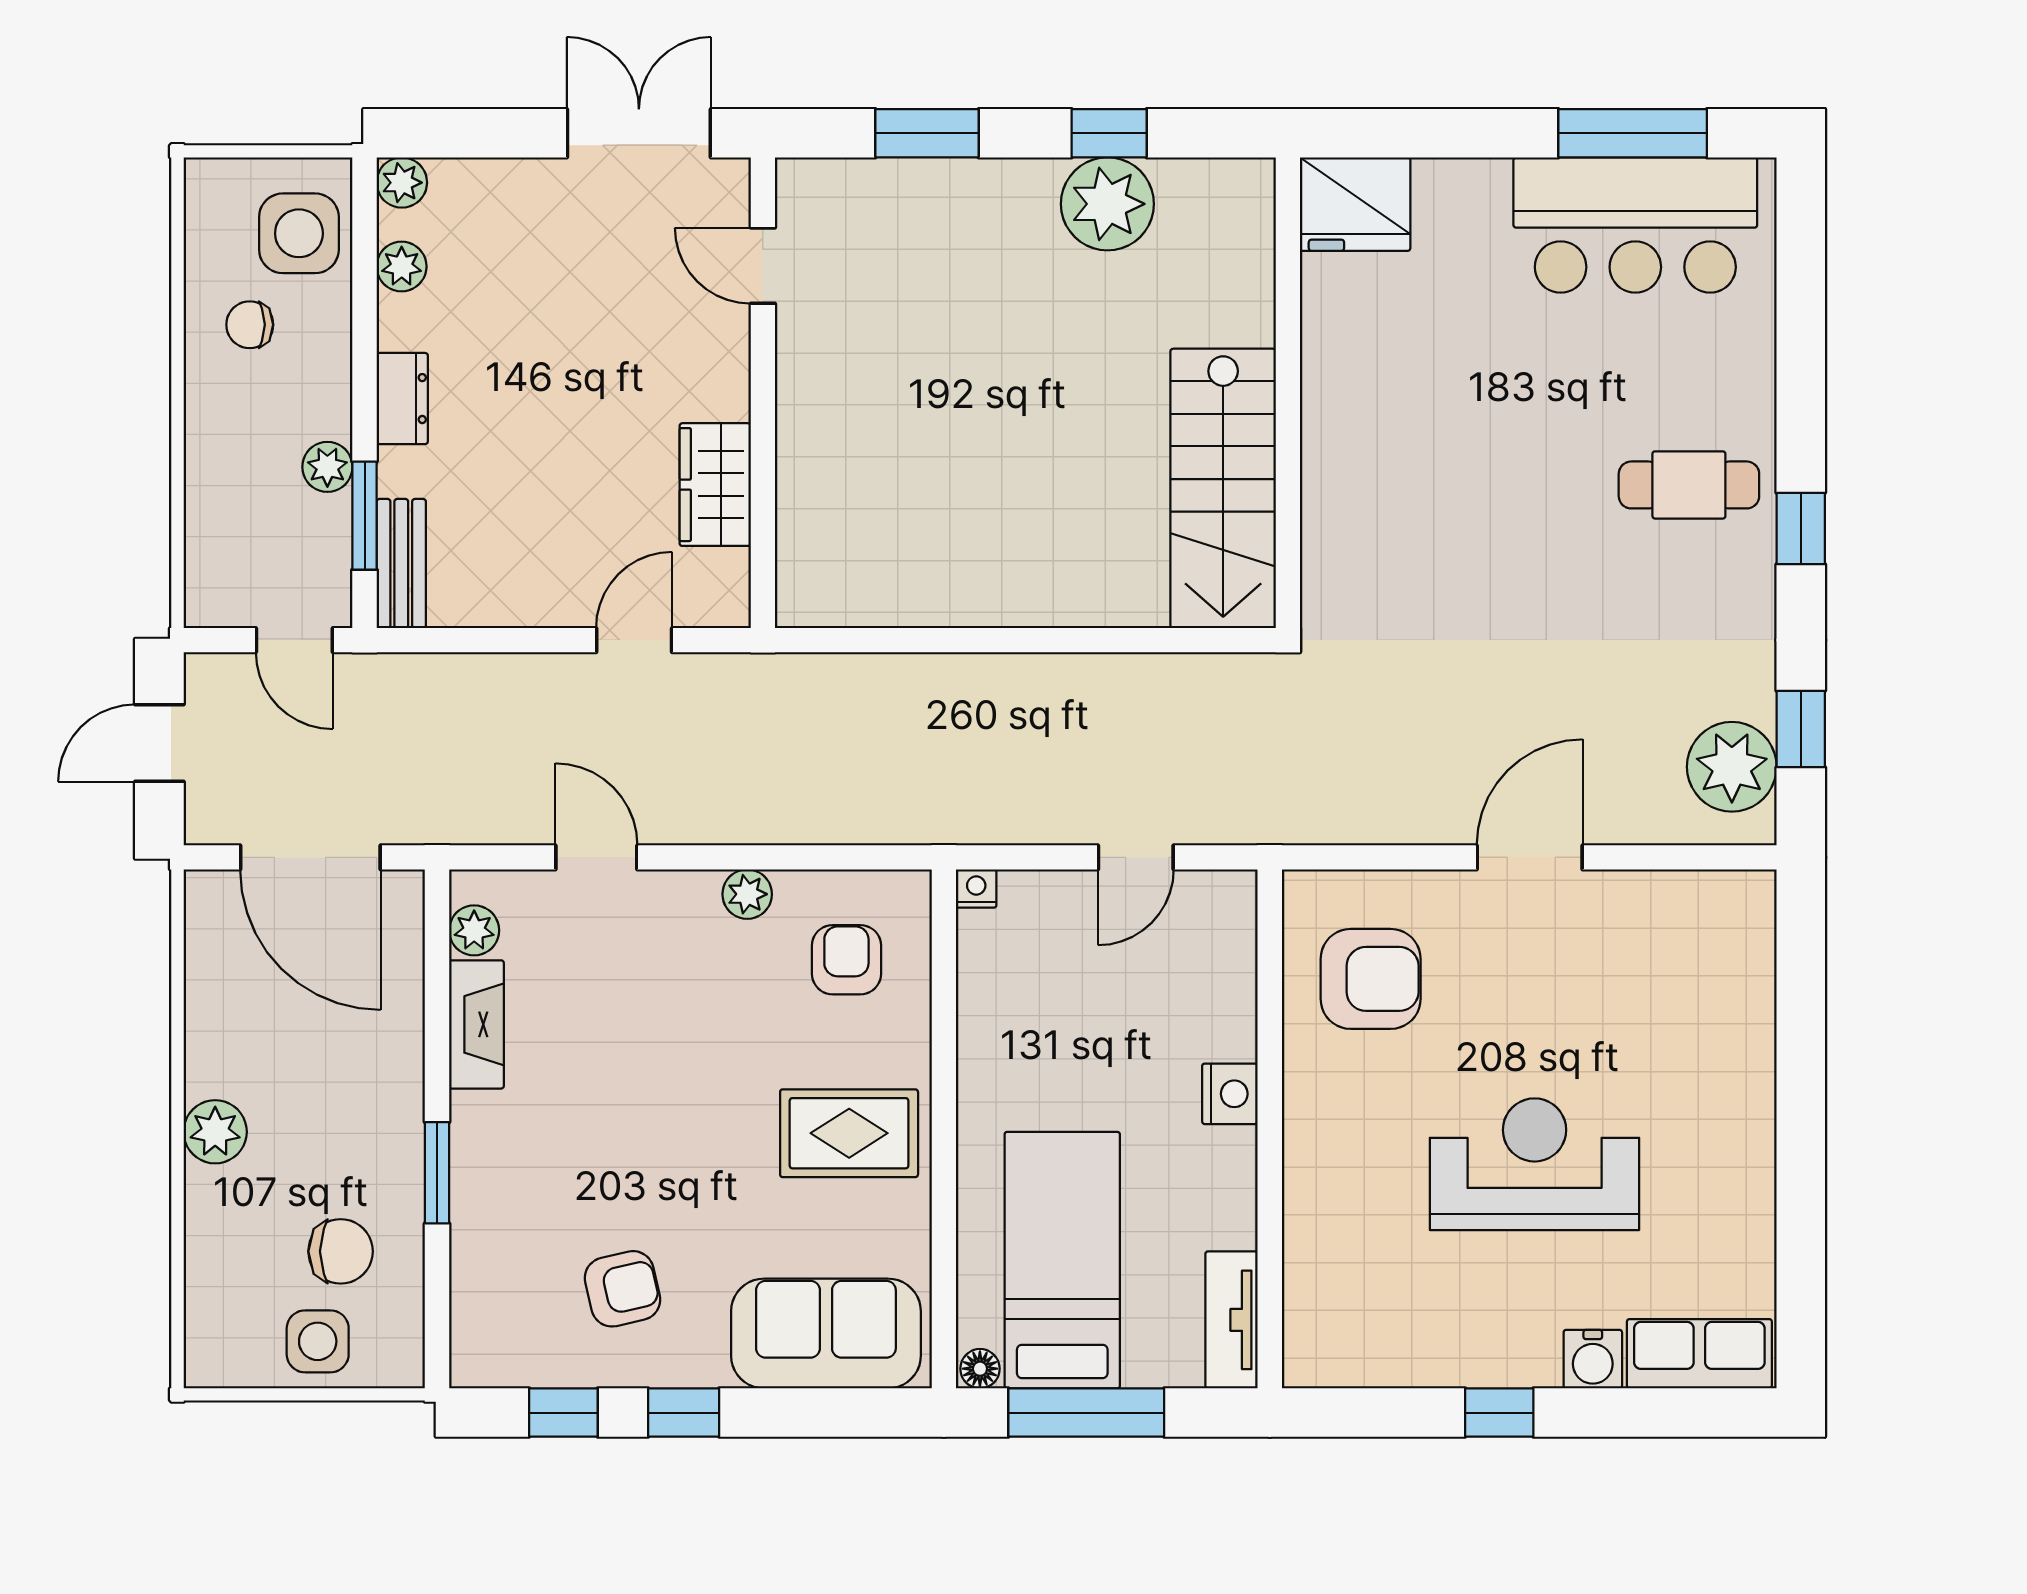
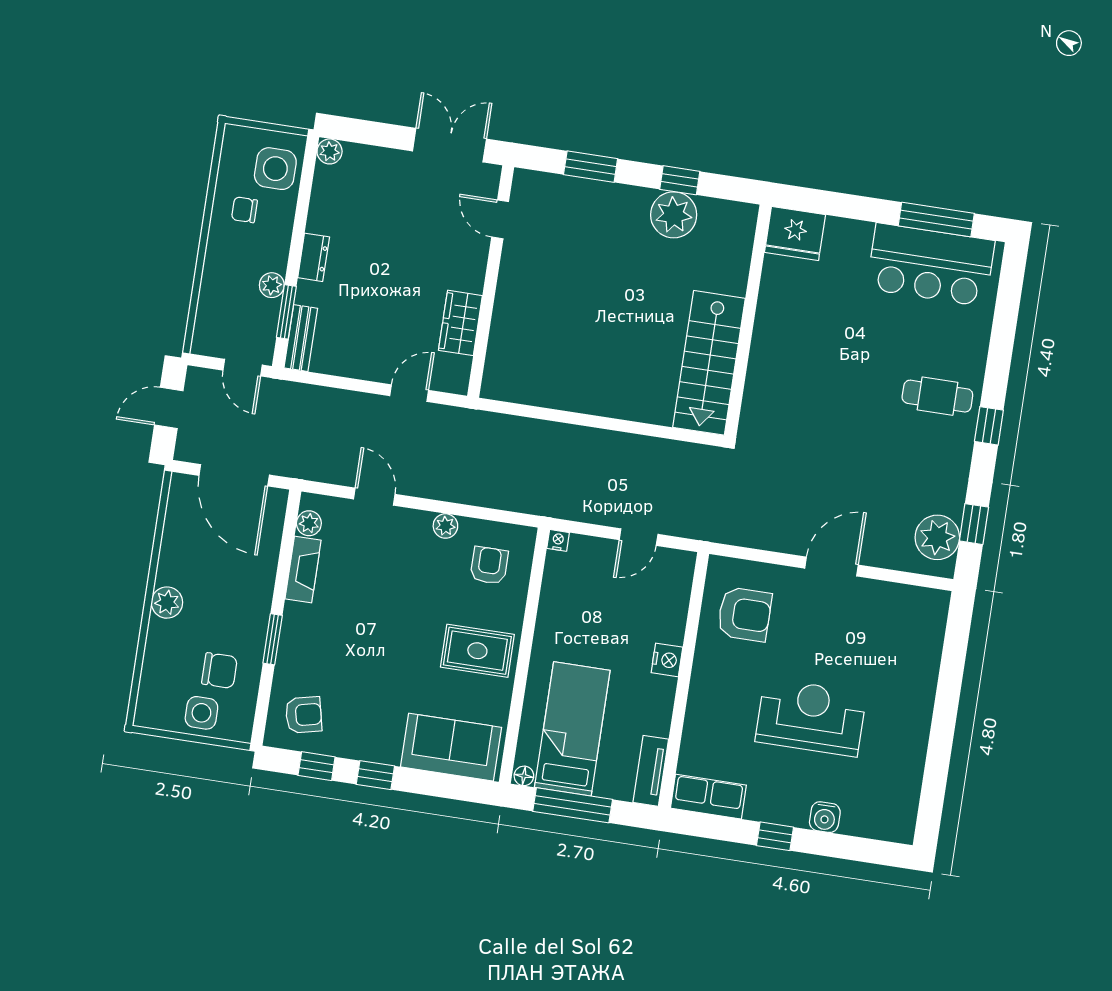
plant: (402, 267) -> (323, 193), removed
armchair: (623, 1289) -> (304, 715), moved
row of seats: (1699, 1354) -> (708, 797), moved

